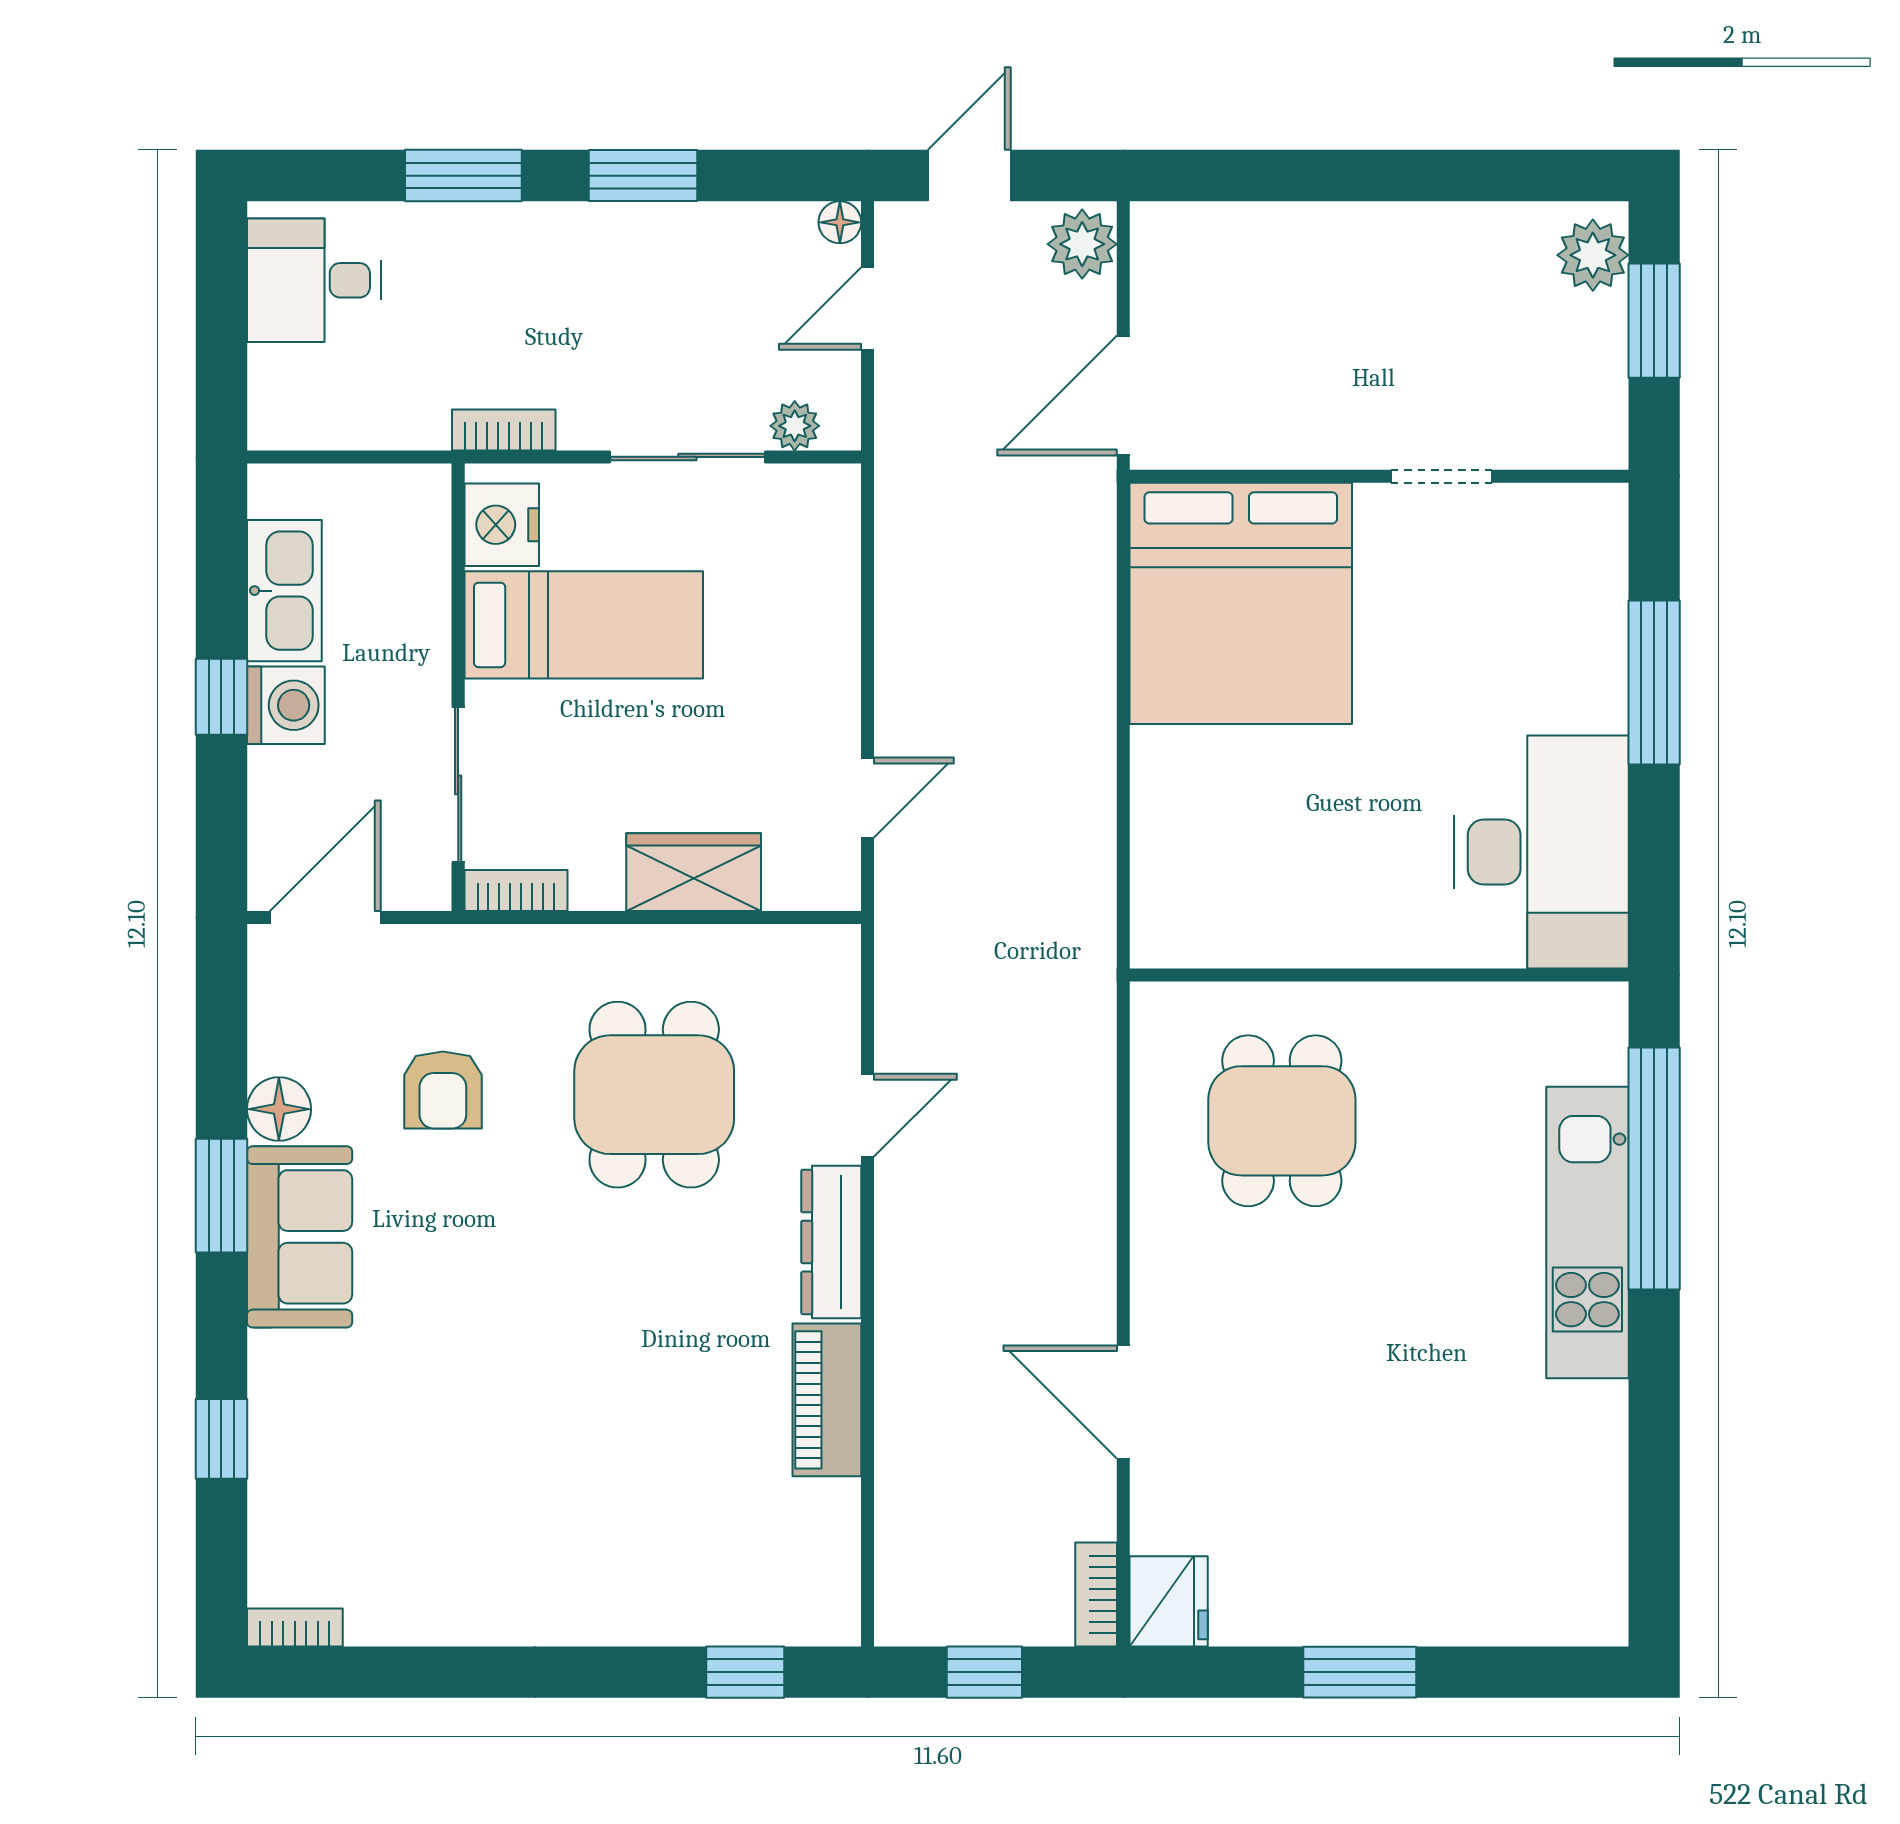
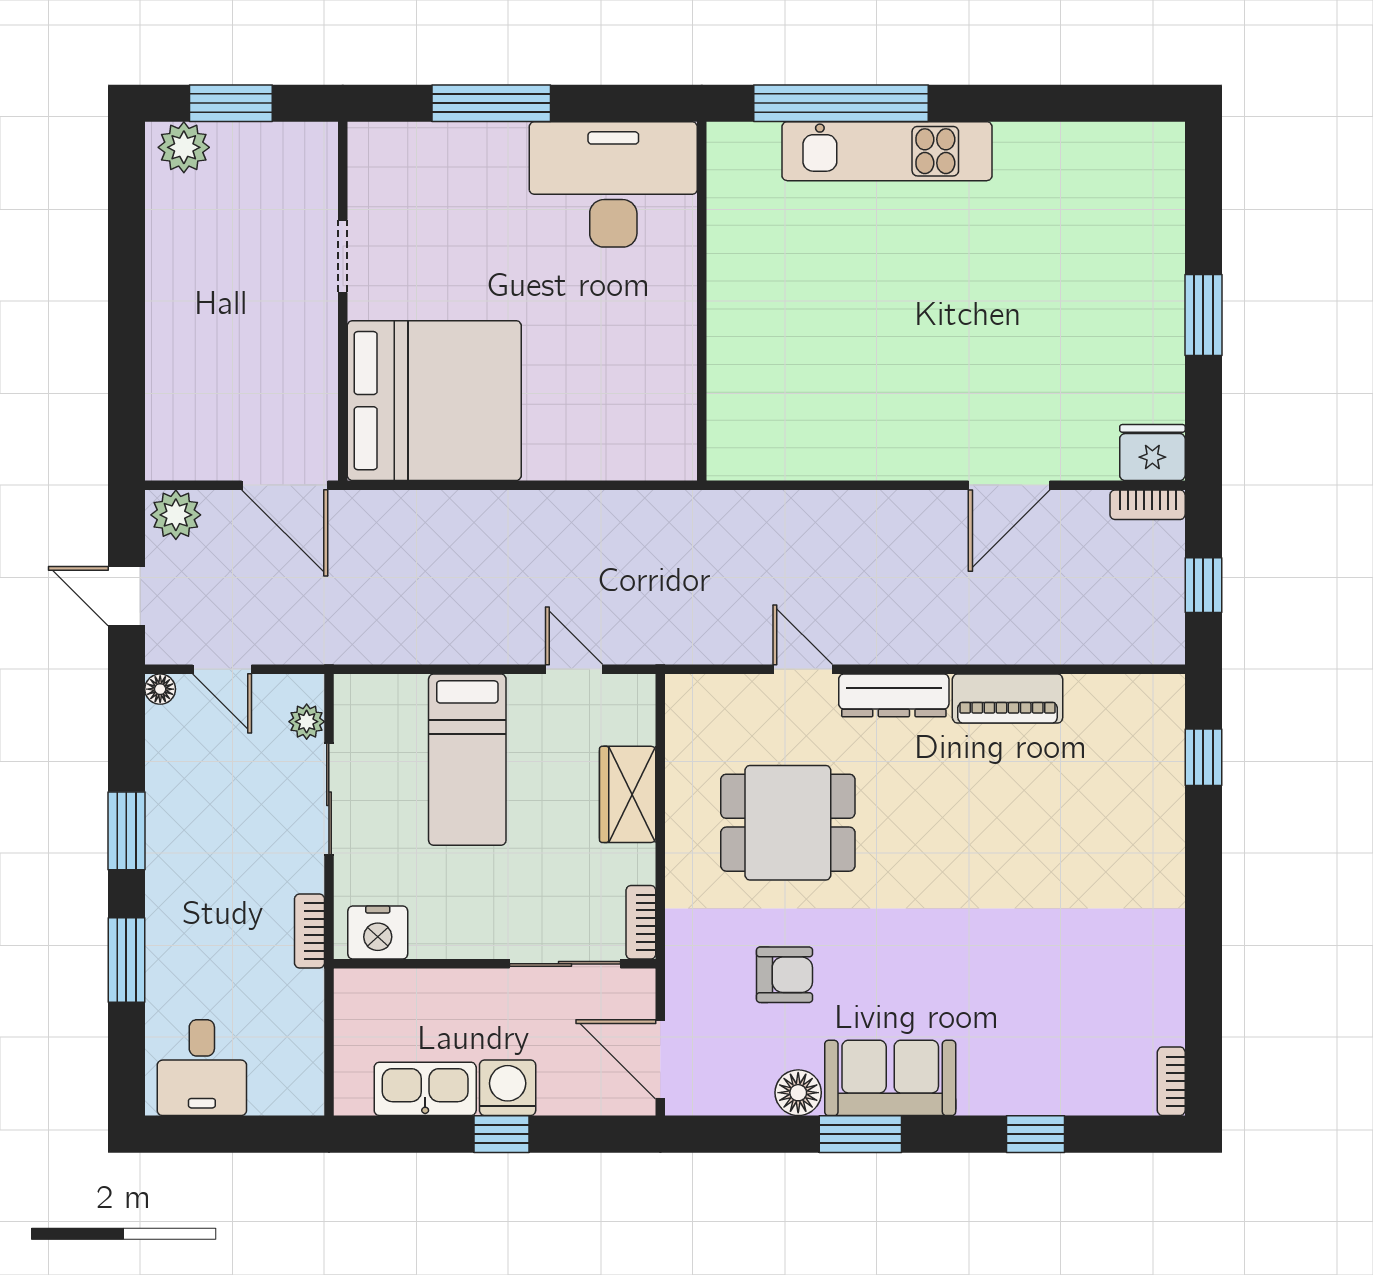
bed: (584, 625) -> (467, 760), moved, turned 180
dining table: (1282, 1121) -> (807, 371), removed

